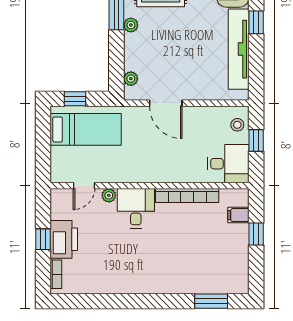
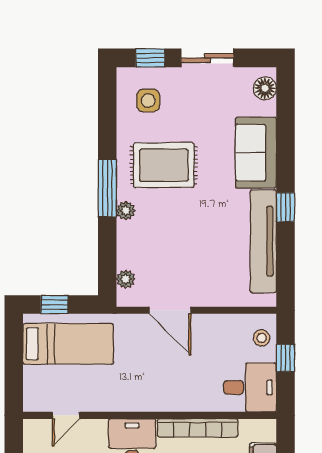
plant: (109, 195) -> (98, 428), removed

